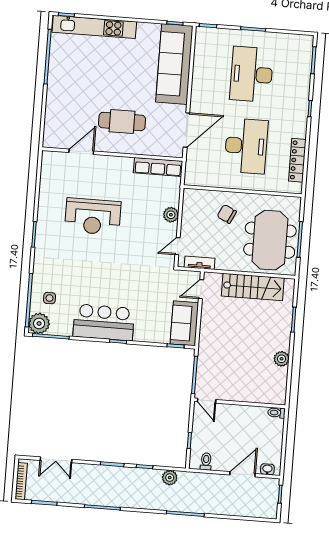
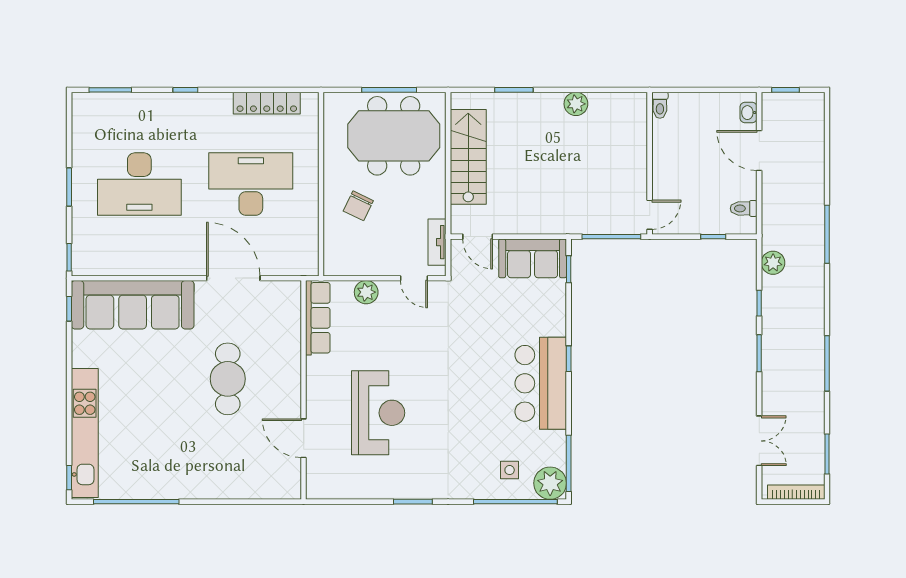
door: (81, 152) -> (304, 438), moved
wall: (112, 154) -> (304, 390), moved
row of seats: (158, 167) -> (318, 318), moved

